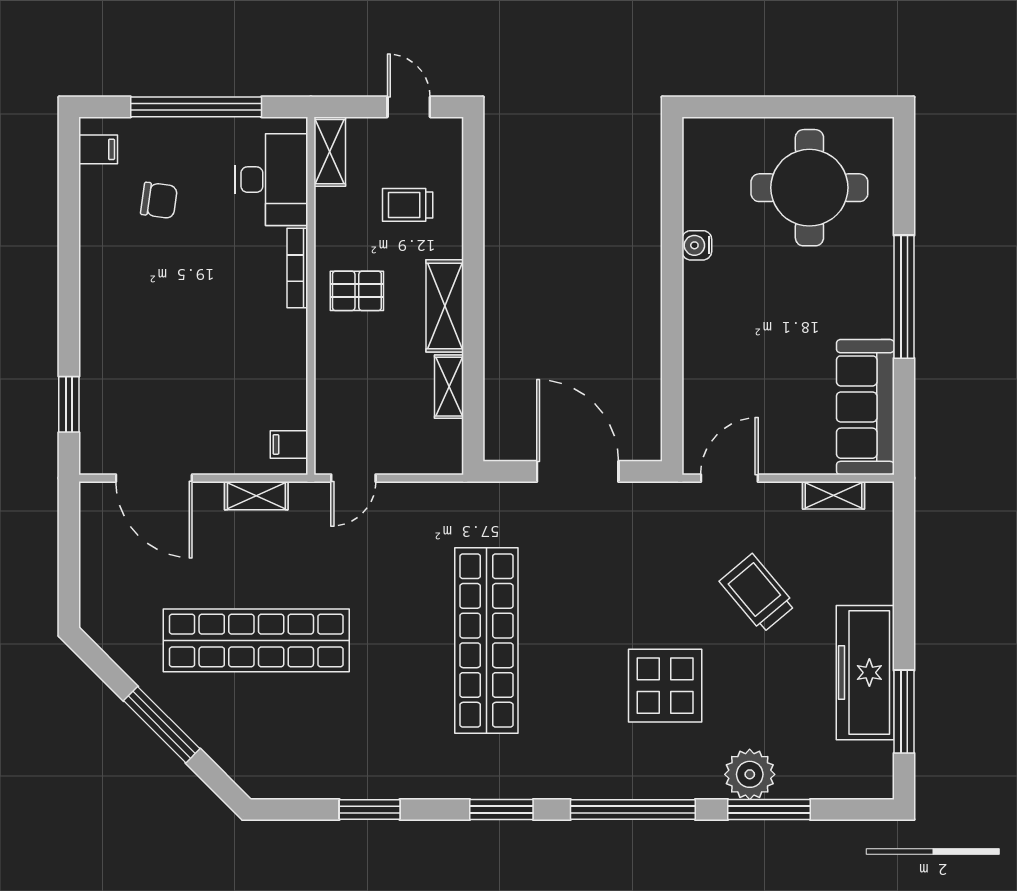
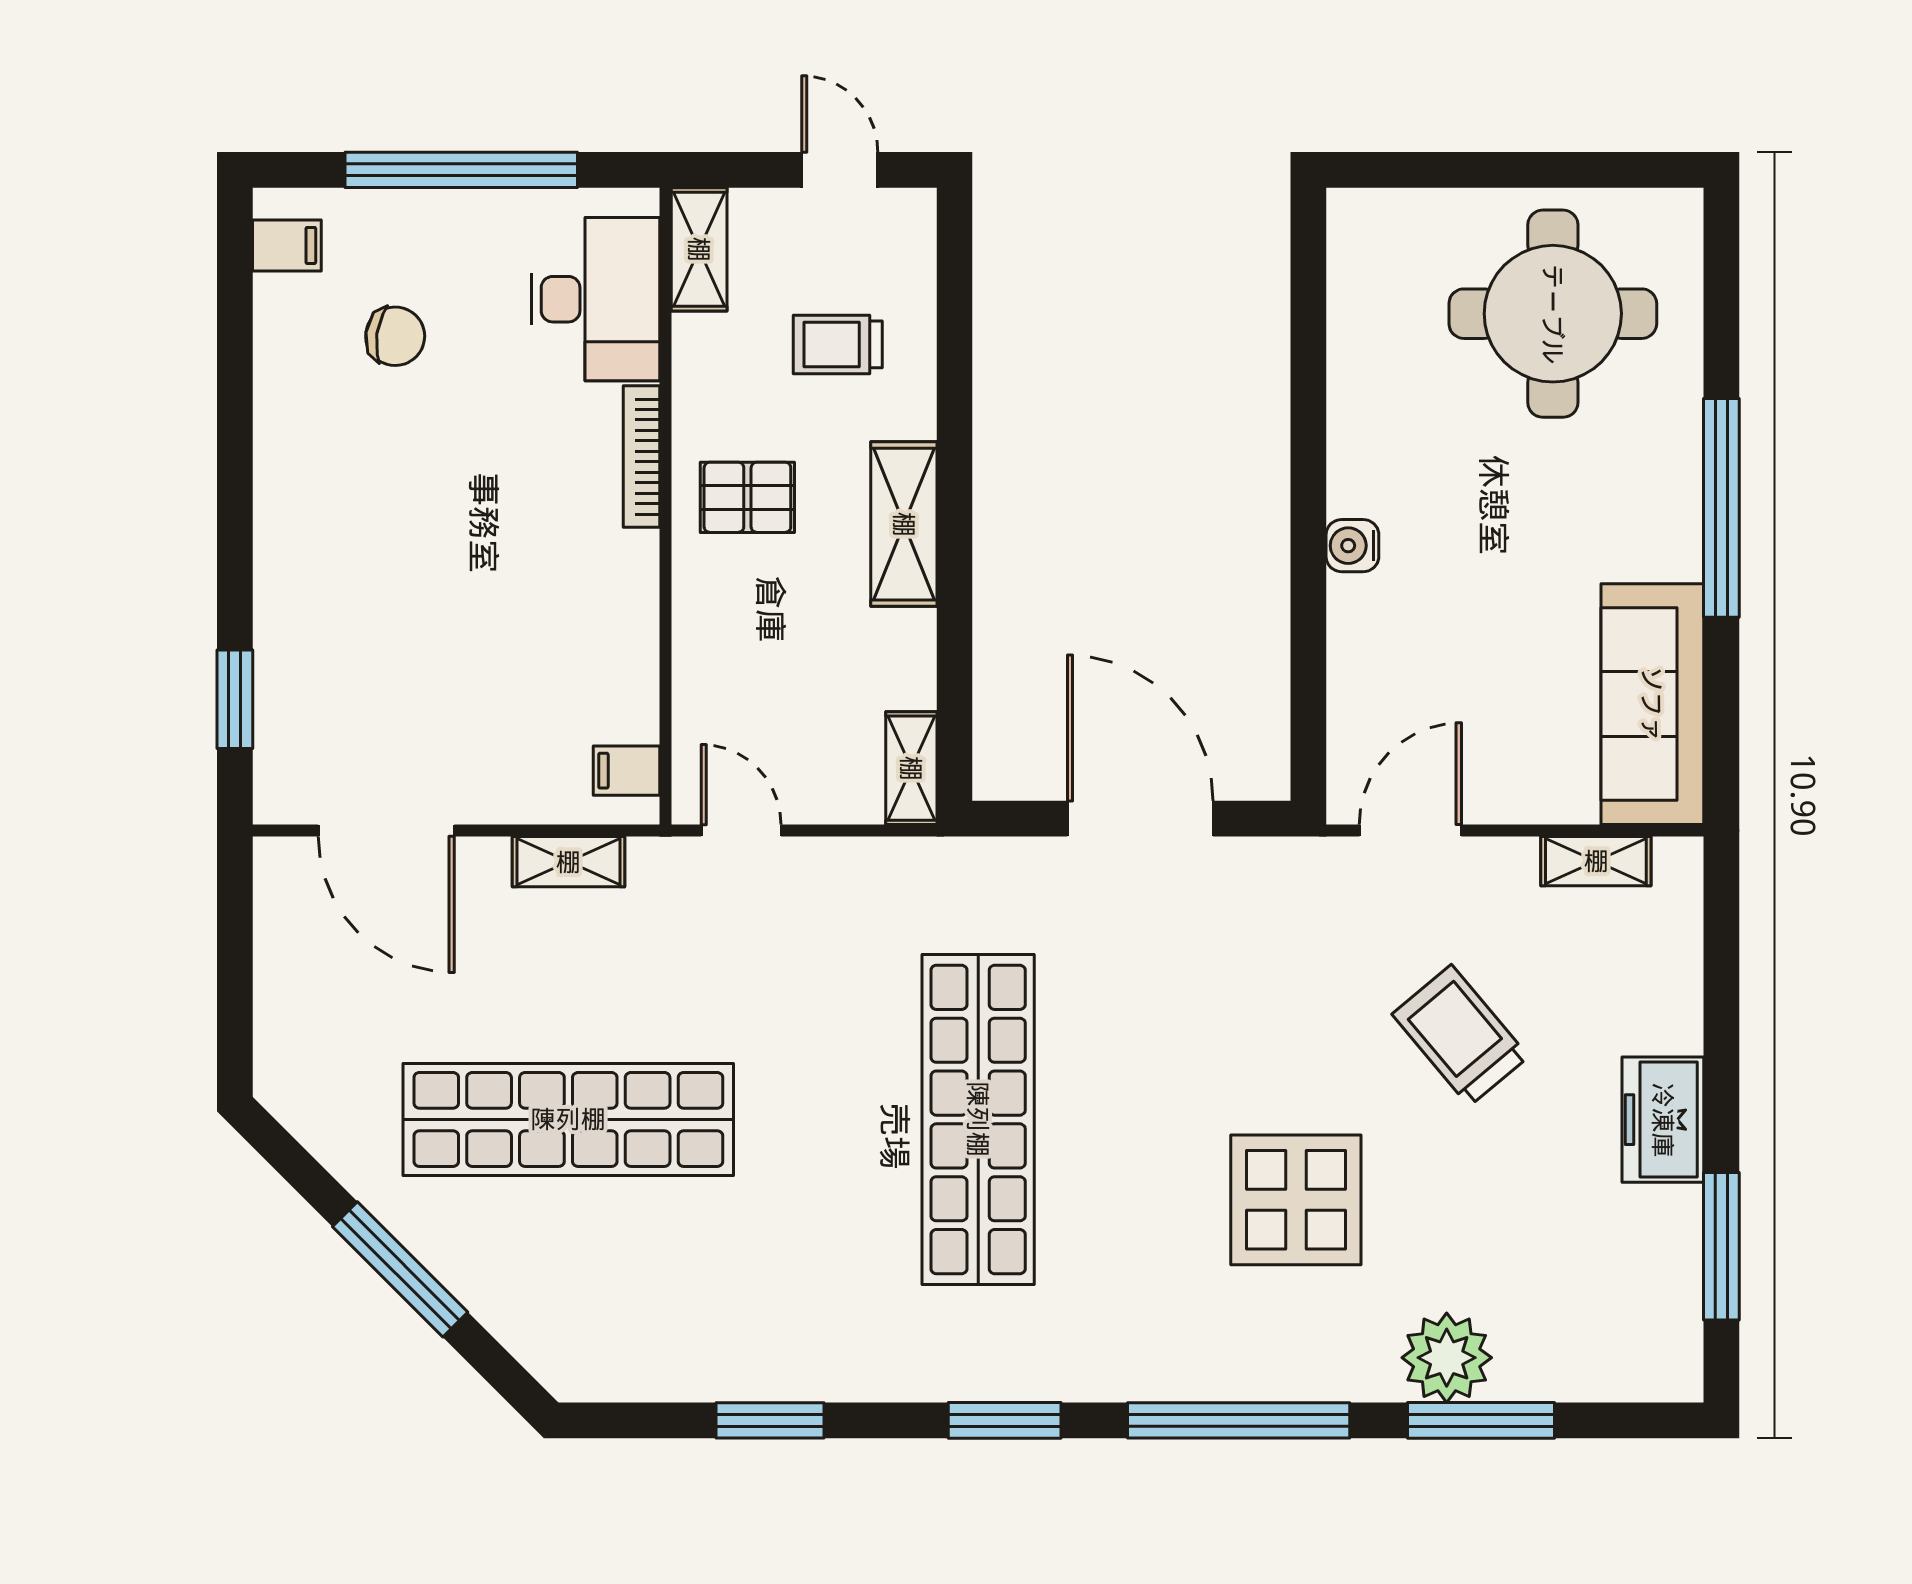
water cooler: (697, 245) -> (1352, 546), moved
shelving: (449, 387) -> (911, 768), moved
door: (353, 478) -> (741, 830), swing flipped
freezer: (865, 673) -> (1663, 1120), width x0.52, depth x0.79

